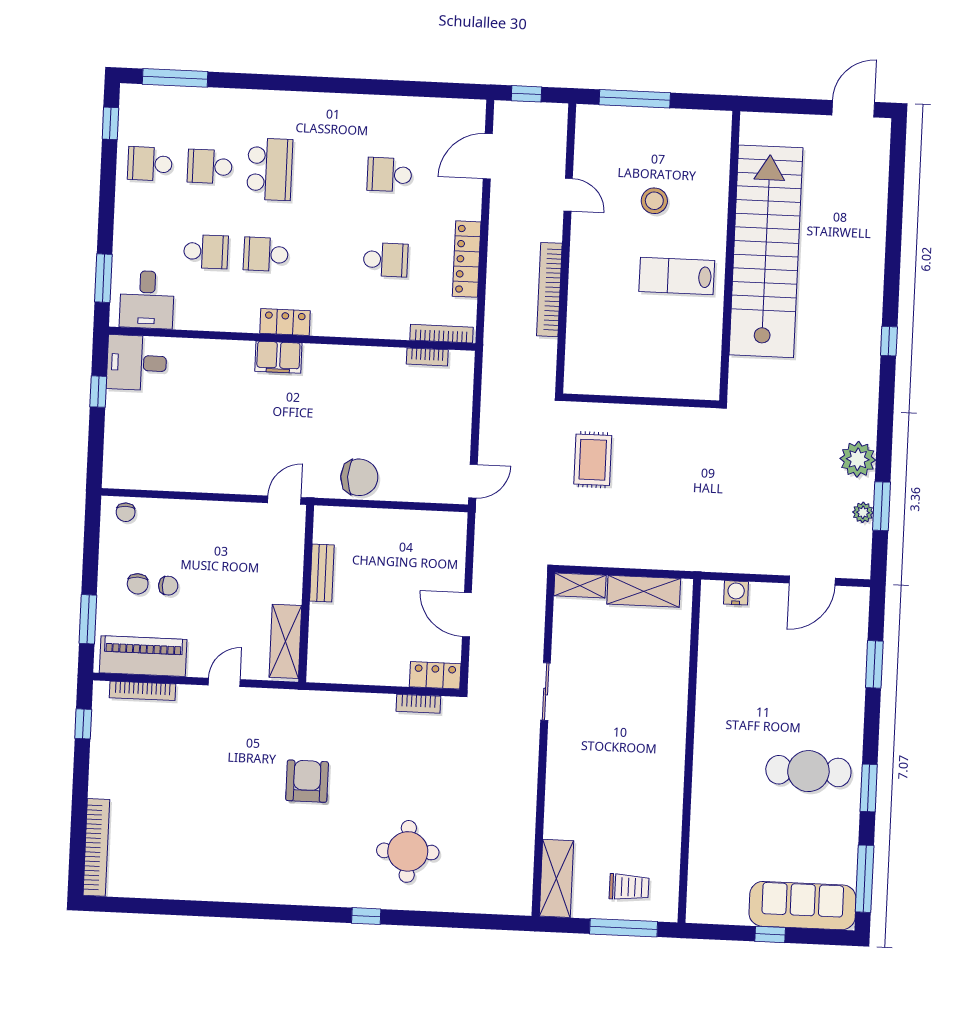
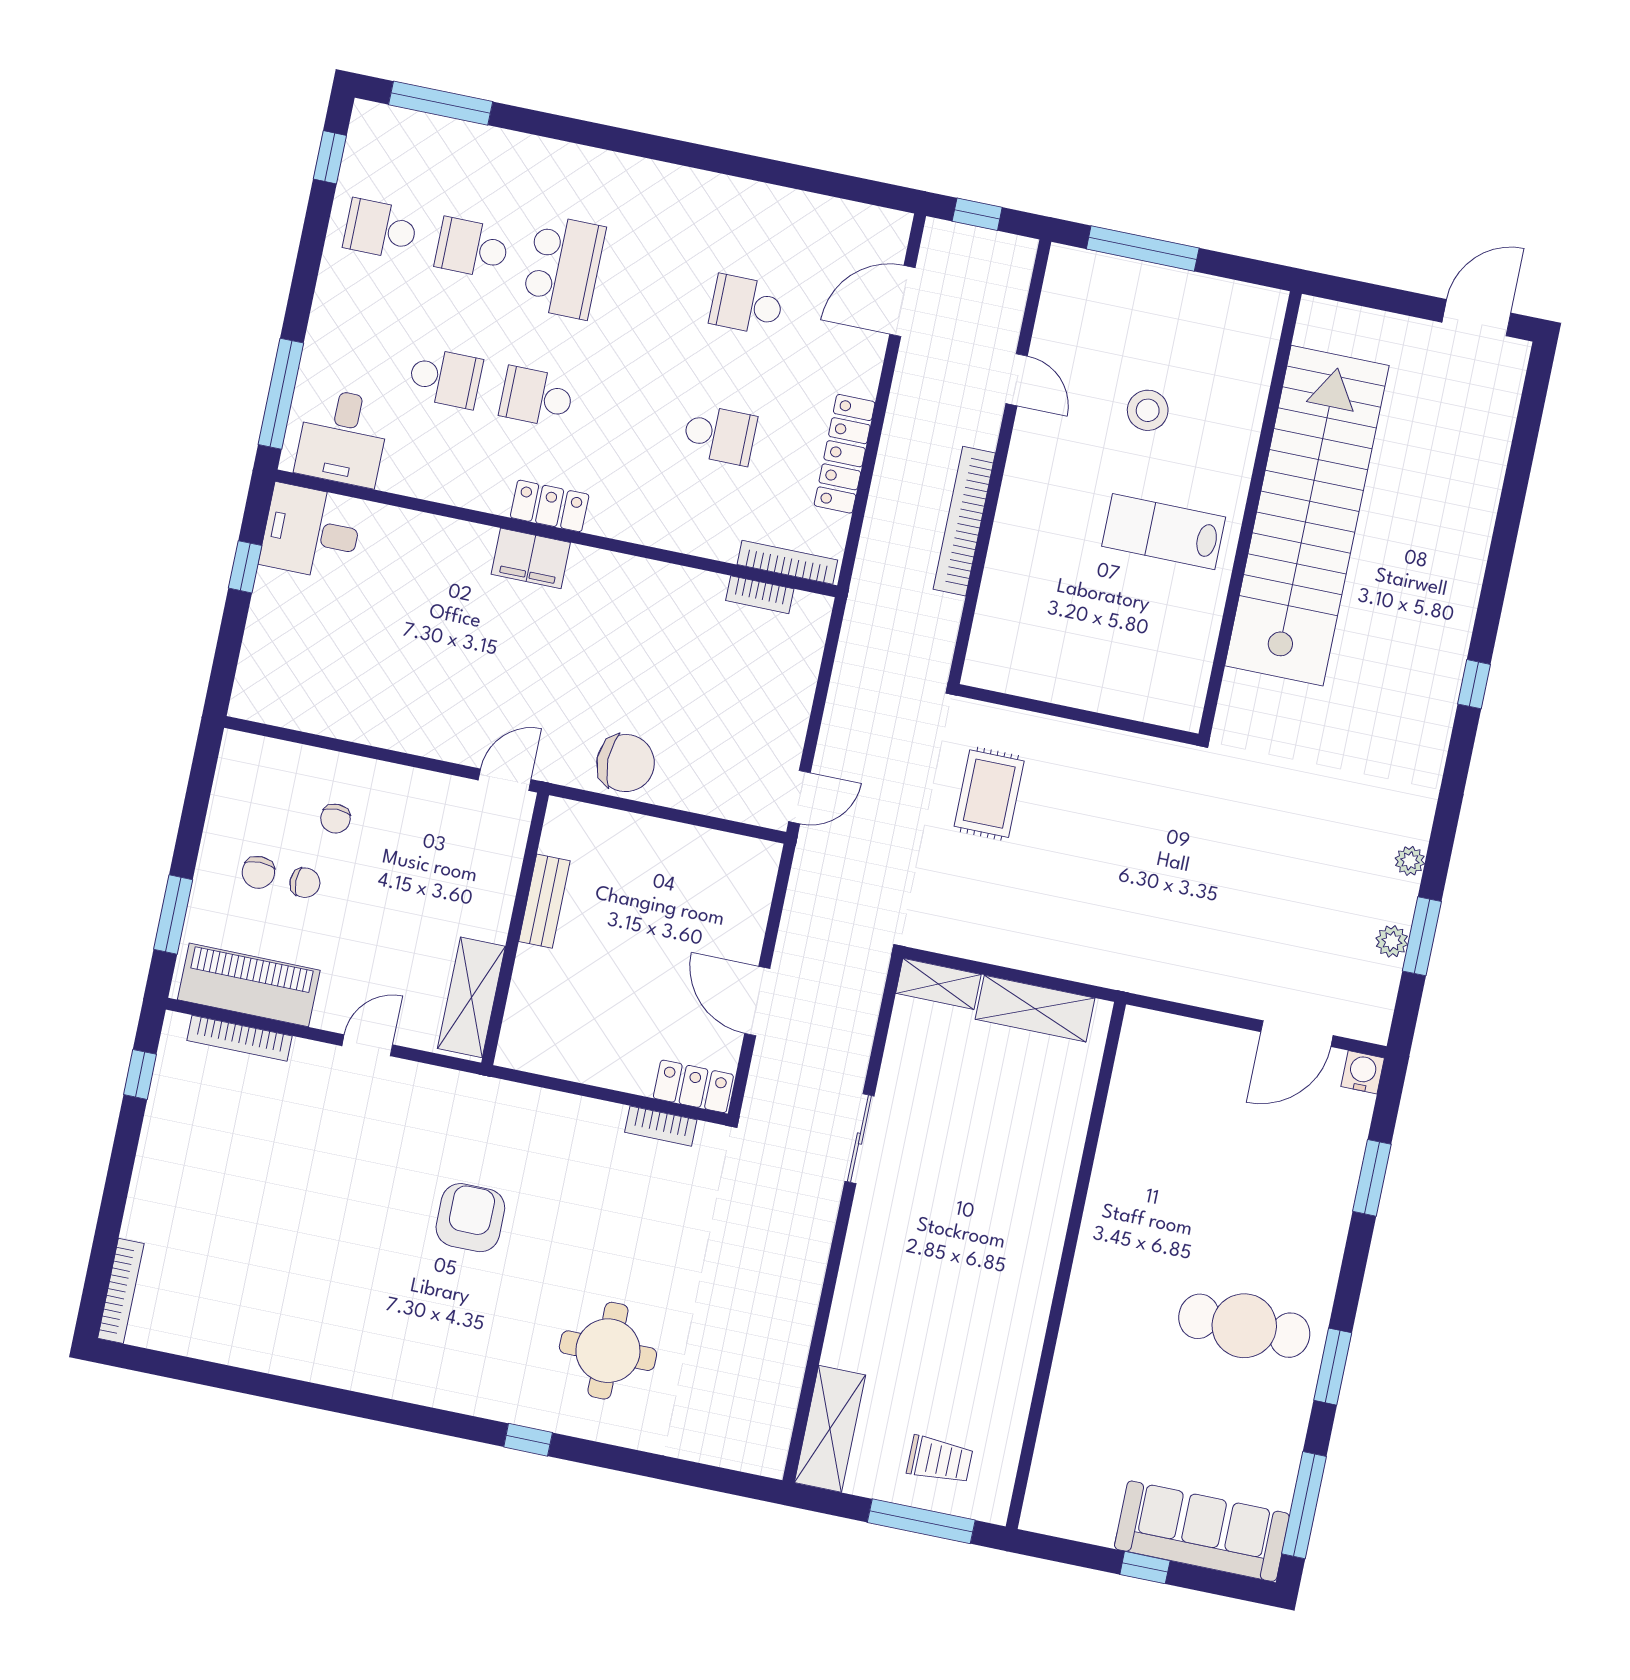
window: (103, 278) -> (281, 394), width x1.44
plant: (858, 459) -> (1410, 861), width x0.53, depth x0.53
chair: (126, 512) -> (335, 819), moved
water cooler: (736, 593) -> (1363, 1072), moved
bookcase: (96, 847) -> (121, 1291), width x0.68, depth x0.76

